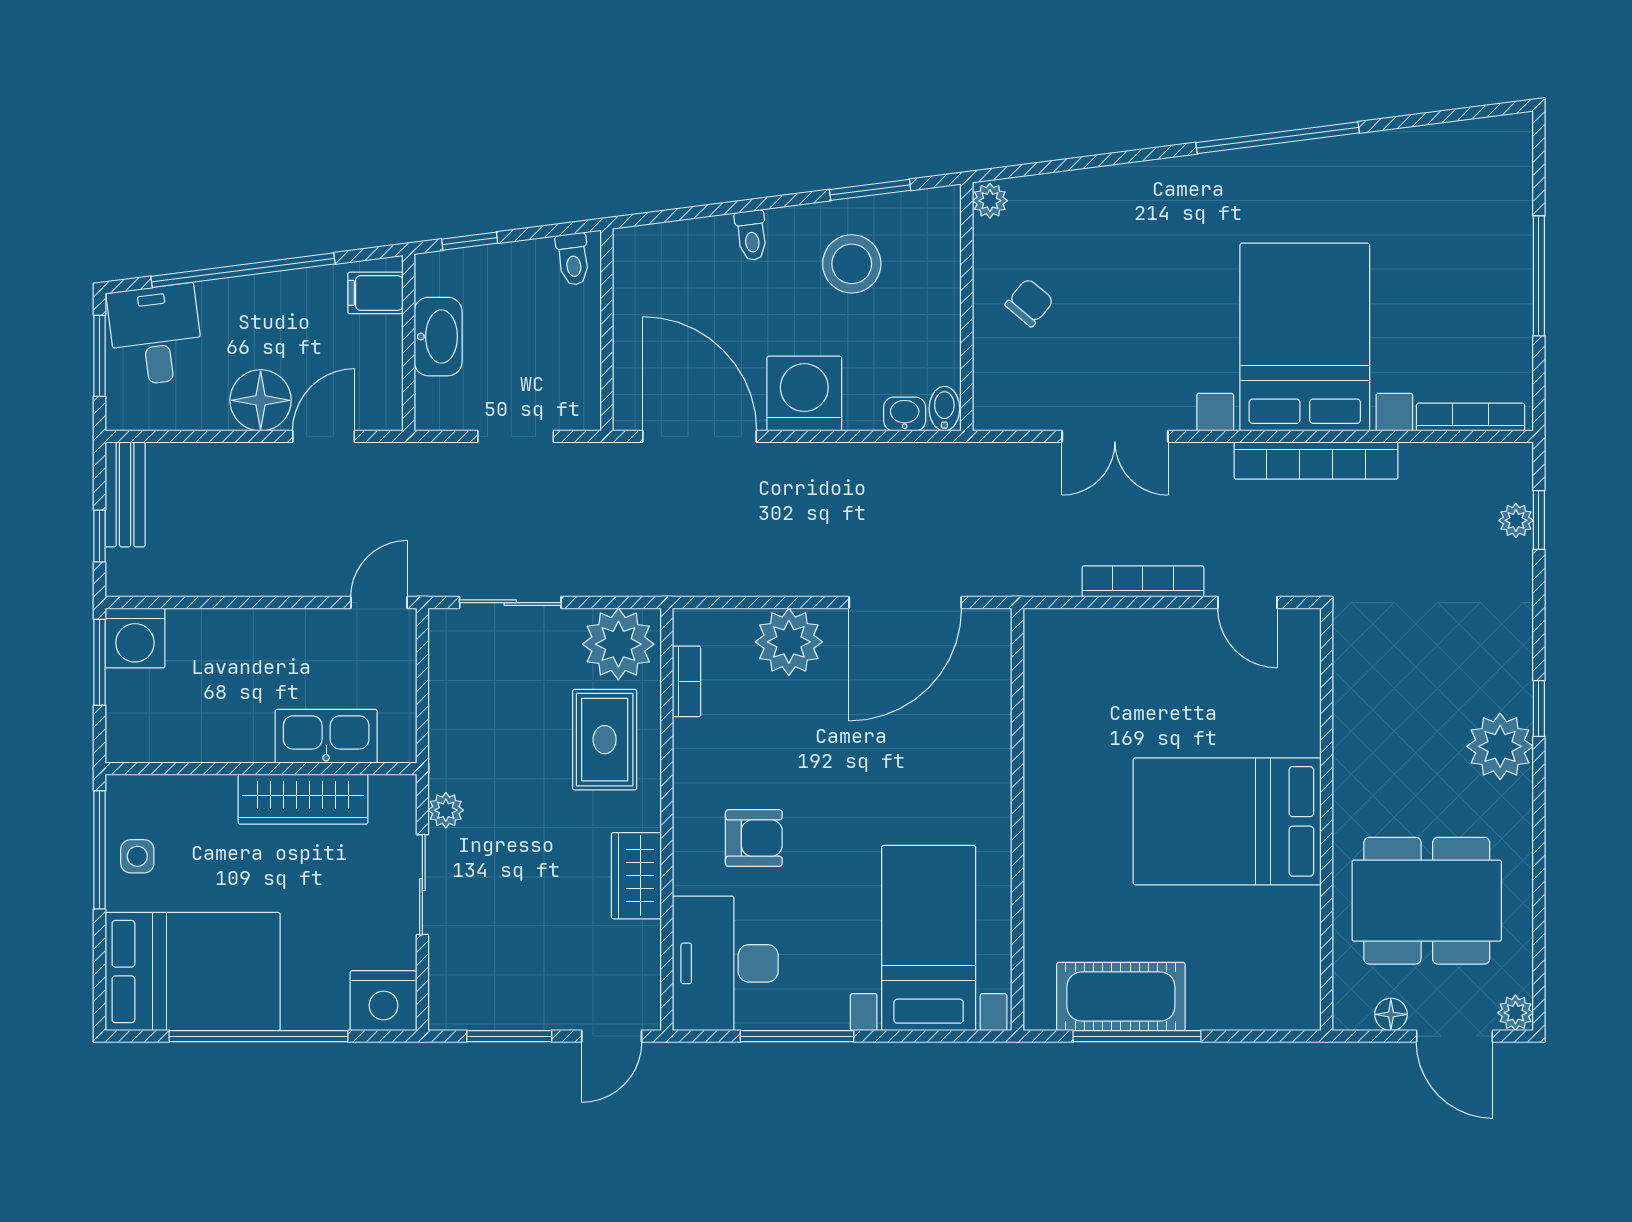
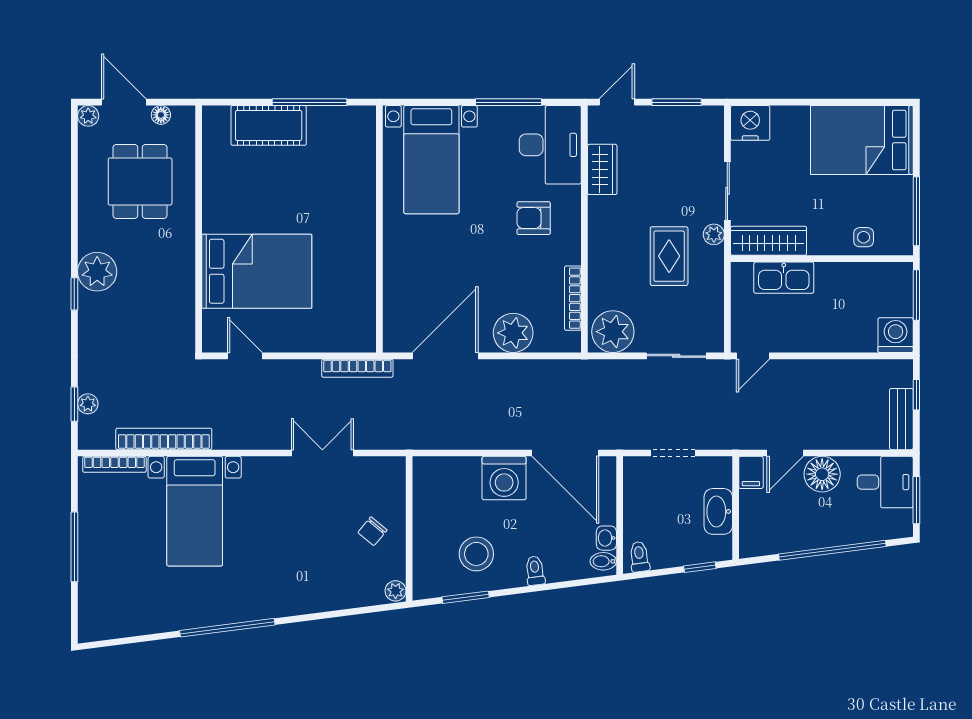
filing cabinet: (375, 293) -> (751, 472), moved, turned 90
desk: (156, 335) -> (885, 482), moved, turned -83
bed with nightstands: (1305, 337) -> (195, 511), width x0.73
bidet: (944, 409) -> (603, 561), moved, turned 90
washbasin: (905, 414) -> (606, 538), moved, turned 90
bookcase: (1316, 461) -> (164, 439), moved
bookcase: (1143, 581) -> (357, 368), moved
window: (99, 662) -> (916, 295), moved
bookcase: (687, 681) -> (573, 298), width x1.56
rug: (605, 740) -> (669, 256), moved
wardrobe: (303, 799) -> (769, 241), moved
bed: (1227, 821) -> (257, 271), moved
side table: (137, 856) -> (864, 237), moved
wardrobe: (636, 876) -> (602, 169), moved
dining table: (1427, 901) -> (140, 181), width x0.73
cot: (1121, 996) -> (269, 125), moved
window: (258, 1036) -> (823, 102), removed

